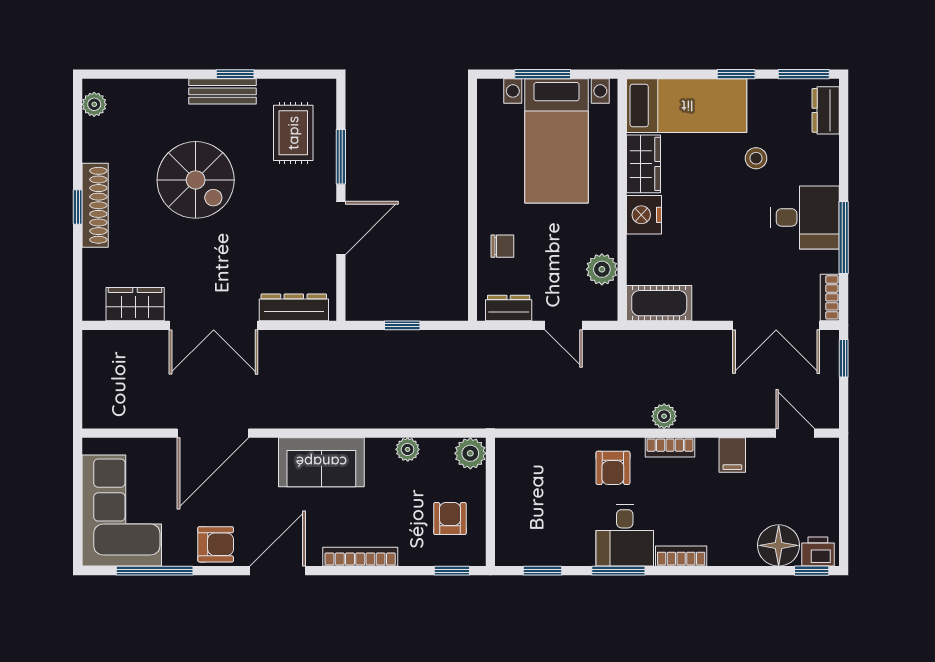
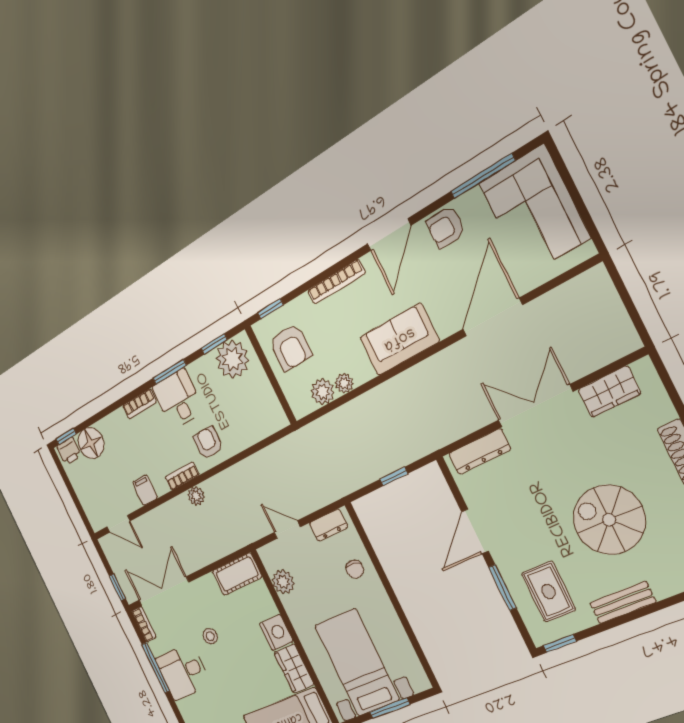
window: (235, 74) -> (560, 643), moved
stool: (756, 158) -> (210, 636), moved
chair: (502, 246) -> (355, 569), turned -81
plant: (470, 453) -> (323, 392), moved
armchair: (450, 519) -> (291, 347), width x1.38, depth x1.38
plant: (529, 543) -> (232, 359), added

